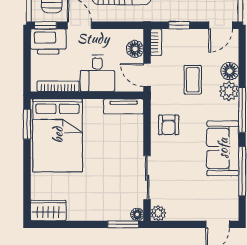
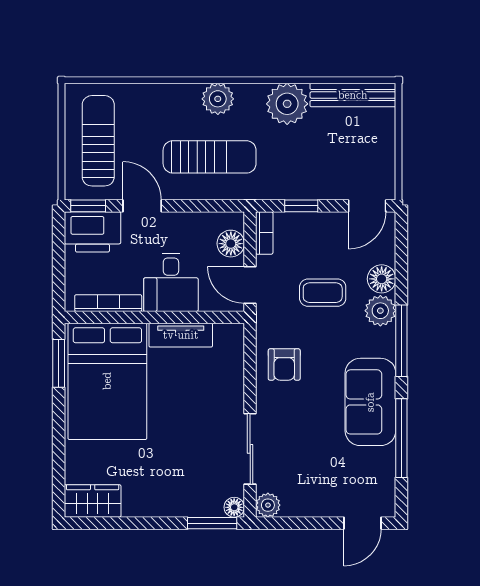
coffee table: (193, 80) -> (323, 293), turned 90
tv unit: (124, 106) -> (181, 335), moved

